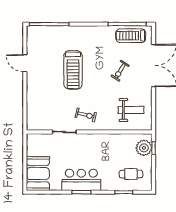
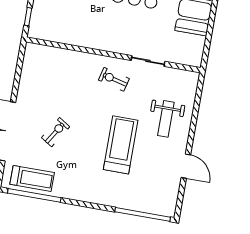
weight bench: (131, 110) -> (166, 119), moved, turned -90
plant: (144, 148) -> (41, 19), removed

